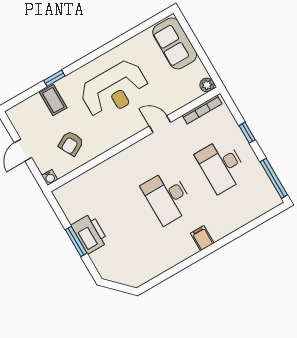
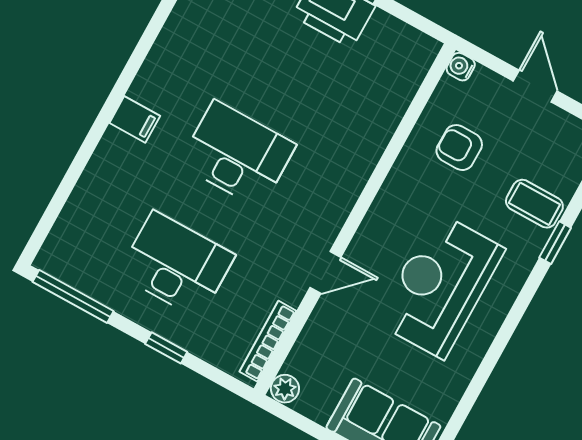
armchair: (71, 143) -> (459, 148), turned -61

